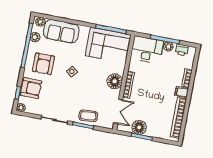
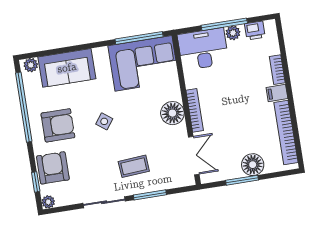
plant: (35, 37) -> (31, 91), removed
armchair: (43, 64) -> (58, 125), turned -90
armchair: (31, 88) -> (53, 168), turned -90
coffee table: (88, 116) -> (134, 166), moved
floor lamp: (139, 127) -> (253, 165), moved

